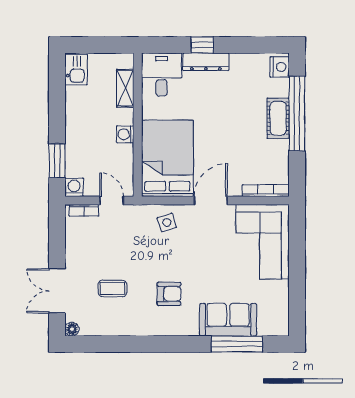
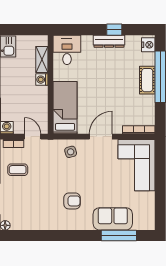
window: (202, 45) -> (114, 30), moved
dresser: (206, 62) -> (109, 41), moved
washing machine: (125, 134) -> (42, 80), moved
bed: (167, 158) -> (65, 108), width x0.67
coffee table: (113, 288) -> (18, 170), moved

